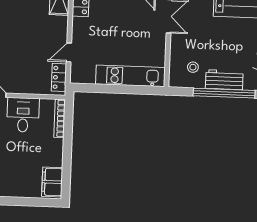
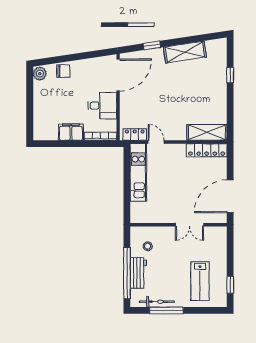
kitchen unit: (130, 76) -> (138, 172), moved
filing cabinet: (52, 182) -> (71, 132), moved

